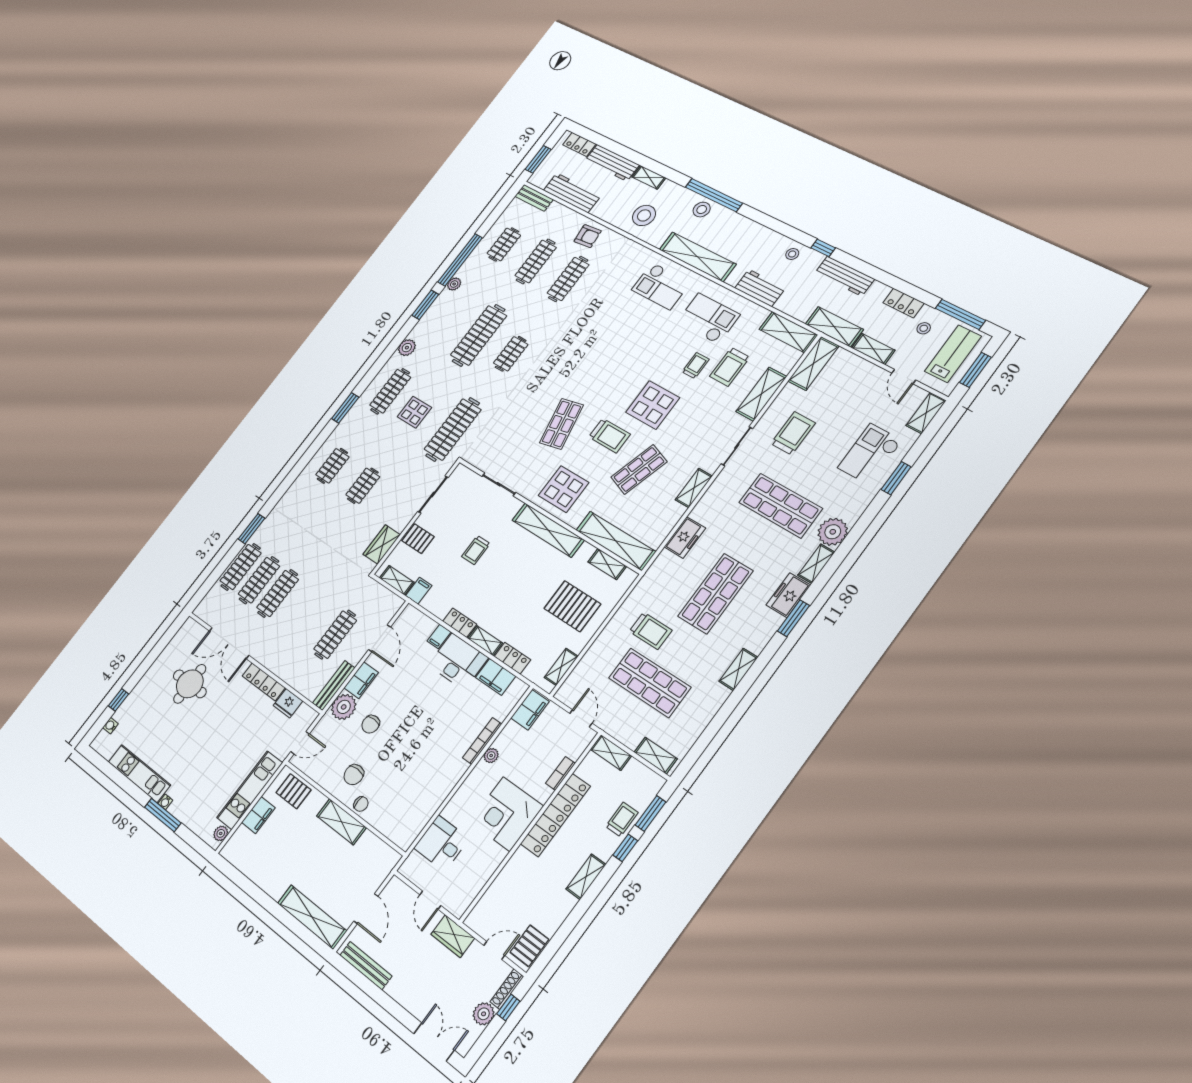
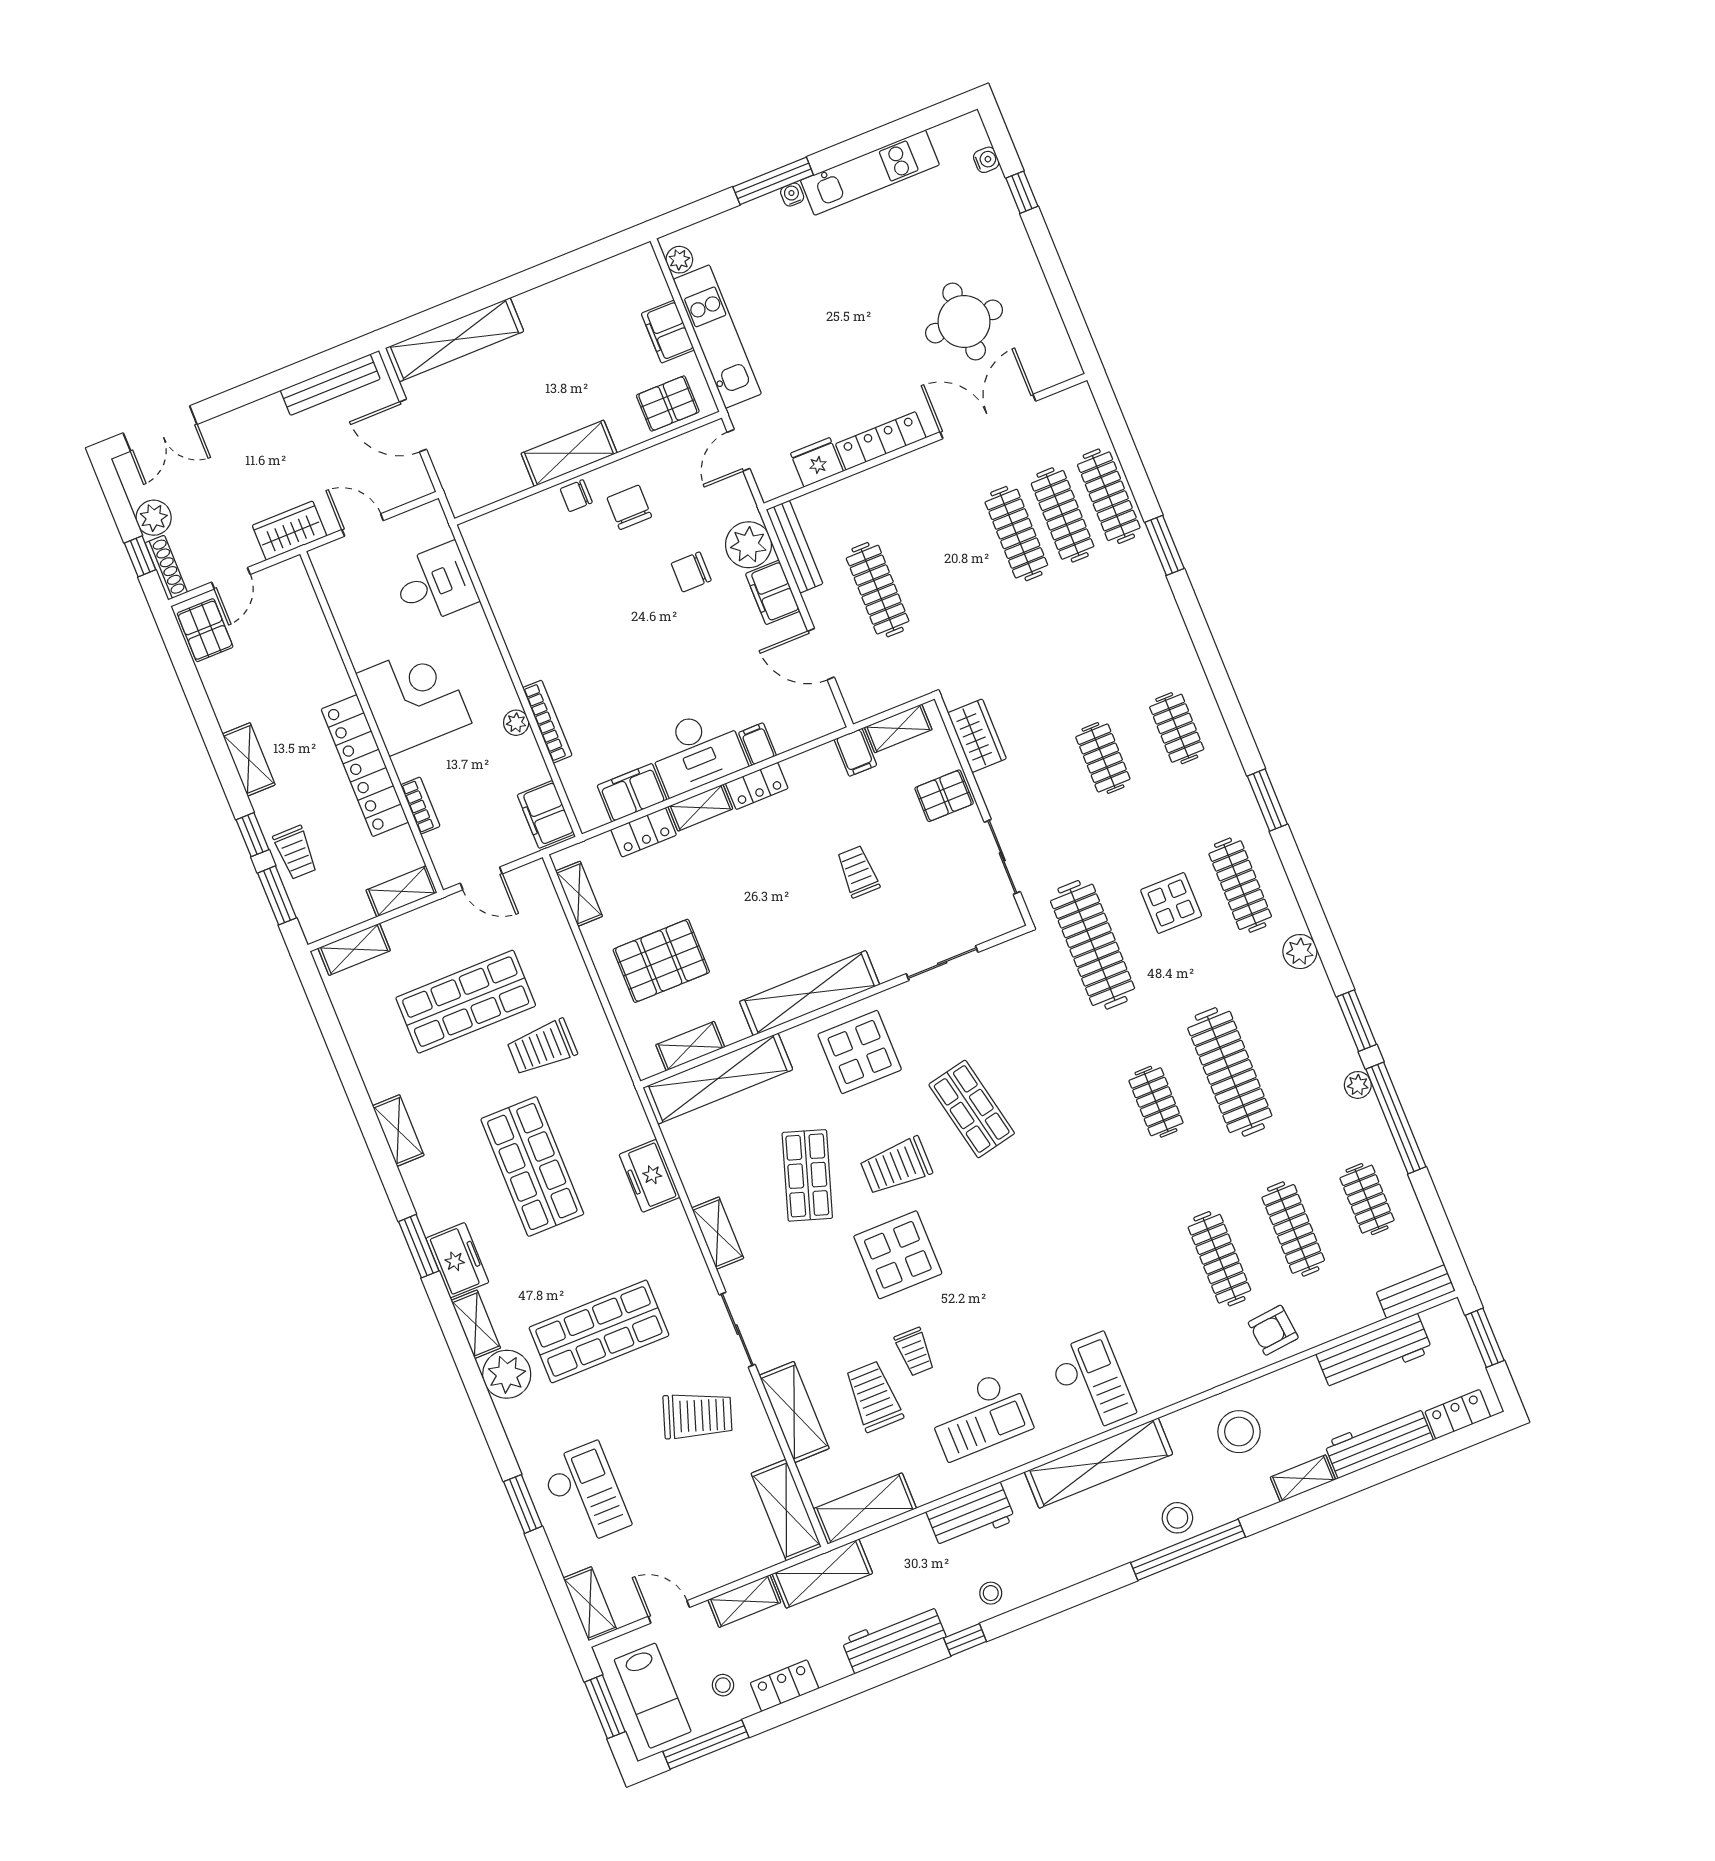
checkout: (661, 286) -> (1092, 1383), turned 90
trolley: (793, 433) -> (698, 1416), turned -71
chair: (371, 724) -> (691, 572), turned -90

